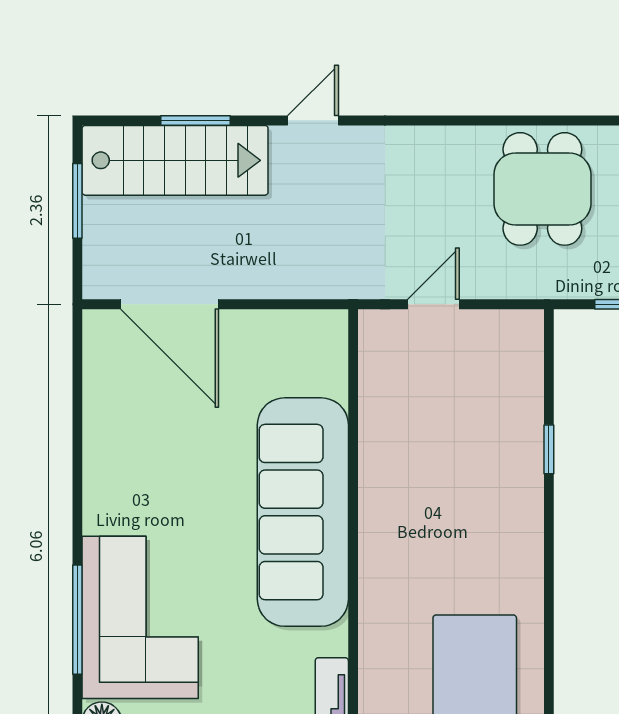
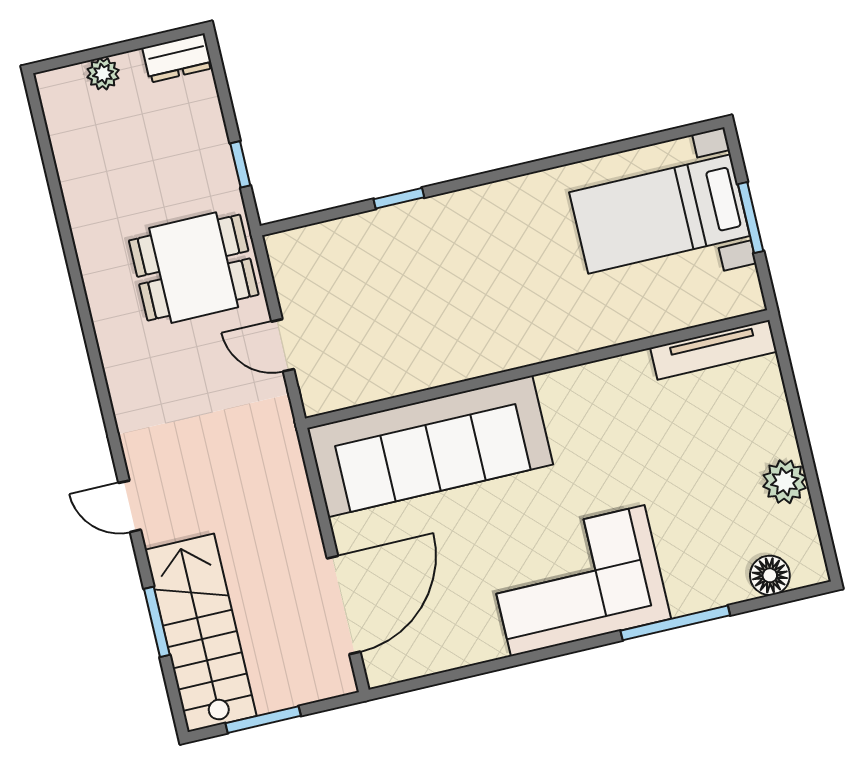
dining table: (542, 189) -> (194, 268), moved
sofa: (303, 512) -> (430, 446), moved
corner sofa: (140, 617) -> (578, 581), moved

